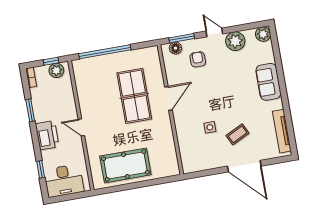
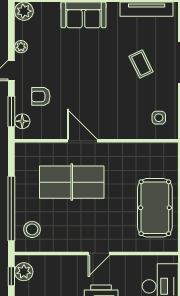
plant: (235, 41) -> (21, 47), width x0.53, depth x0.53
stool: (91, 71) -> (32, 229), added
side table: (210, 127) -> (159, 118), moved

